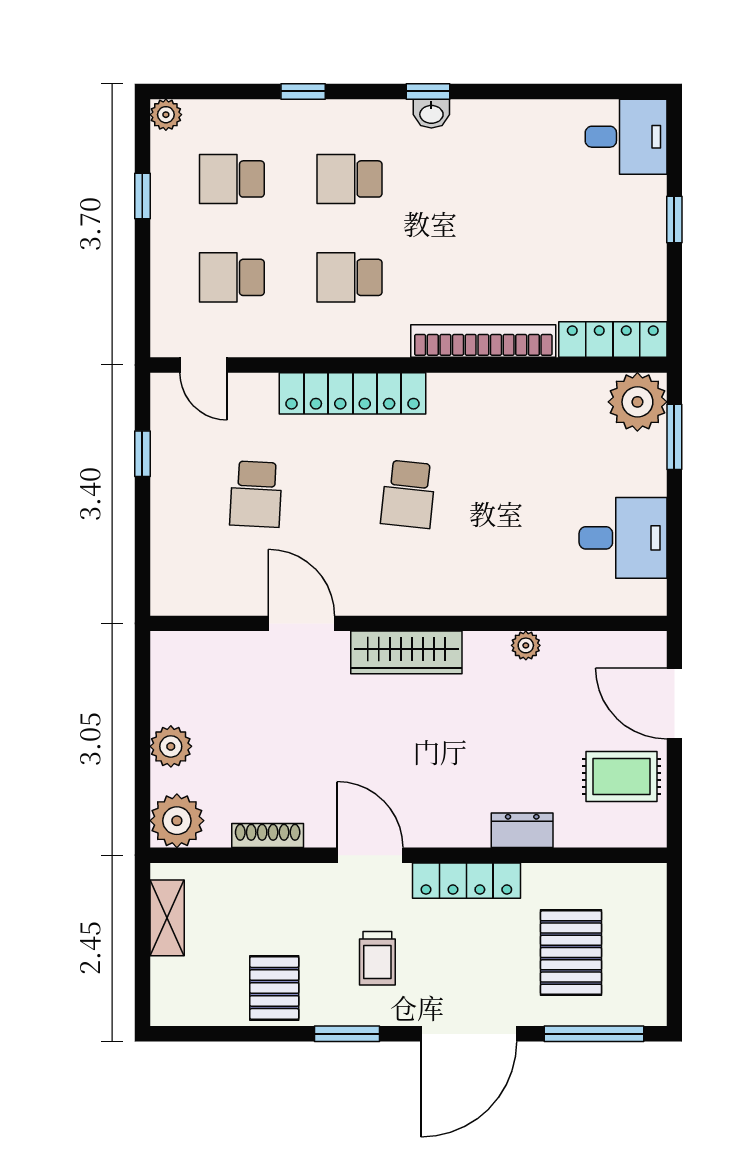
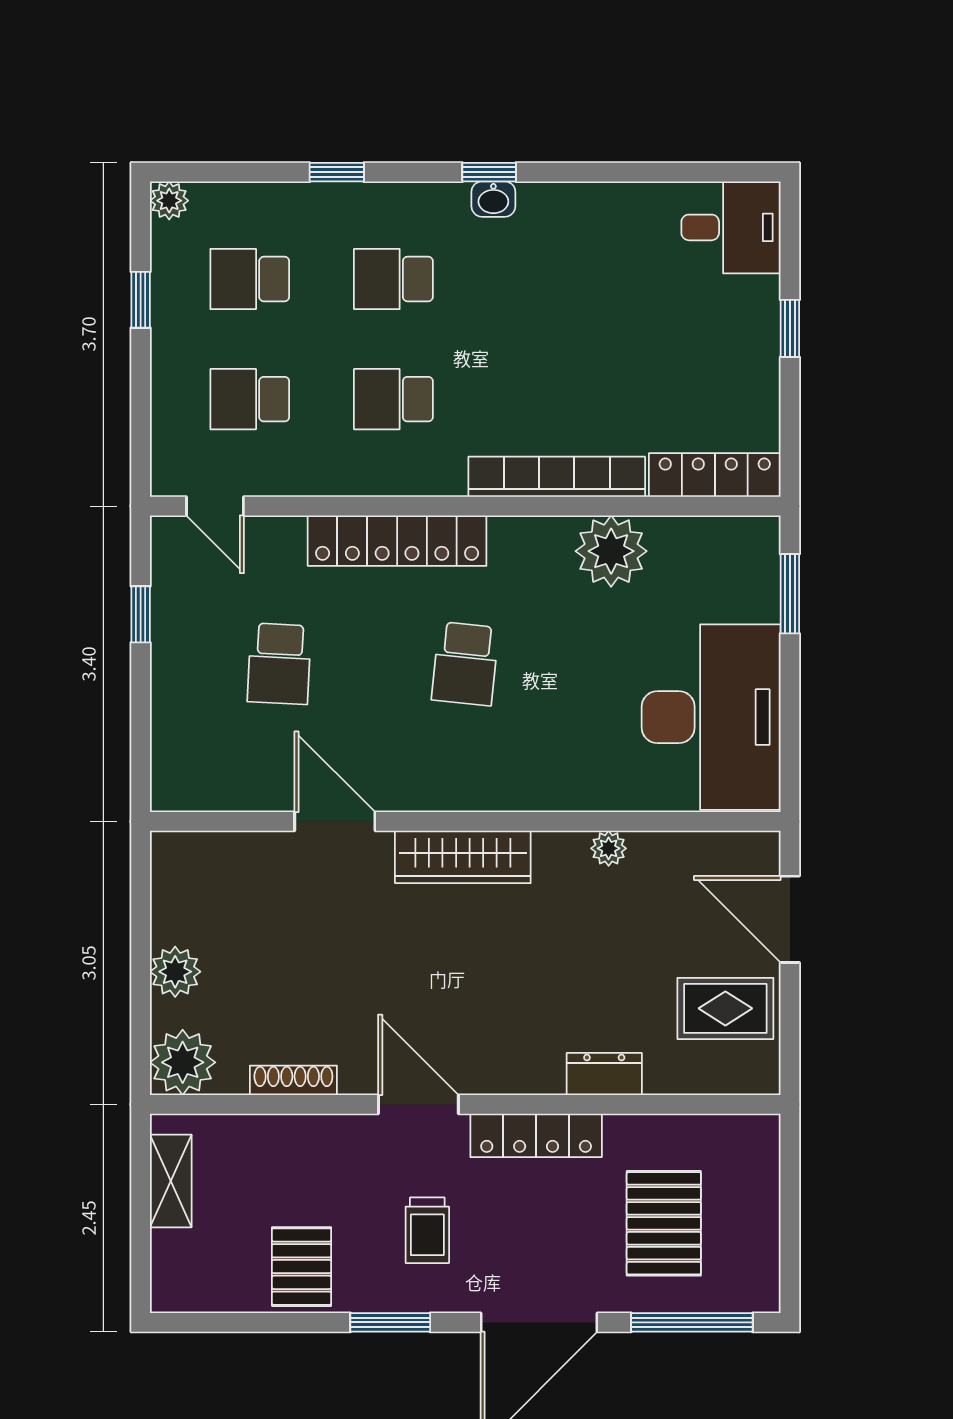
plant: (637, 402) -> (611, 551), moved
desk: (623, 538) -> (711, 717), width x1.87, depth x1.30

